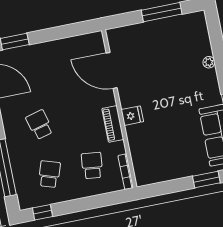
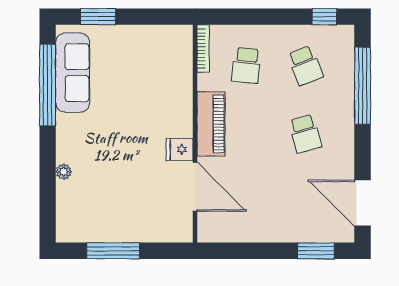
fridge: (132, 116) -> (180, 149), moved
piano: (113, 124) -> (211, 124), width x1.37, depth x1.33
school desk: (49, 174) -> (305, 65), turned -39

